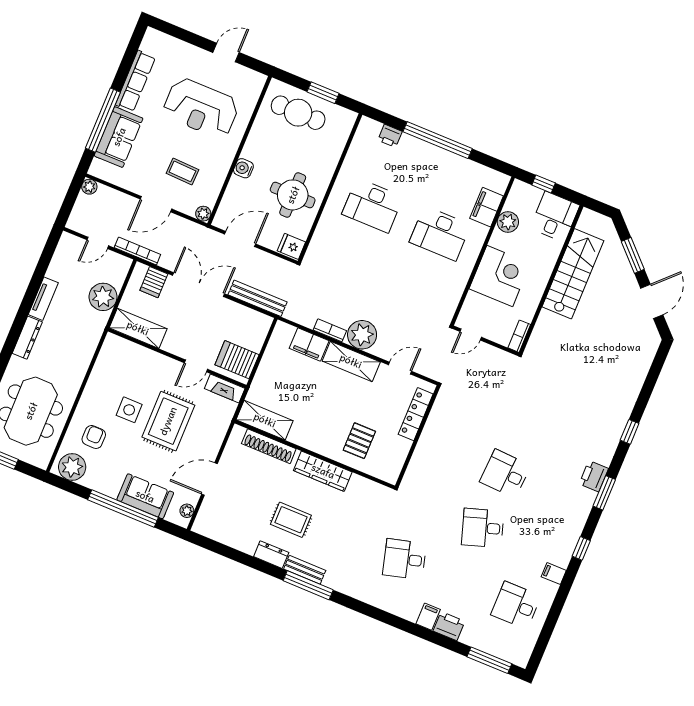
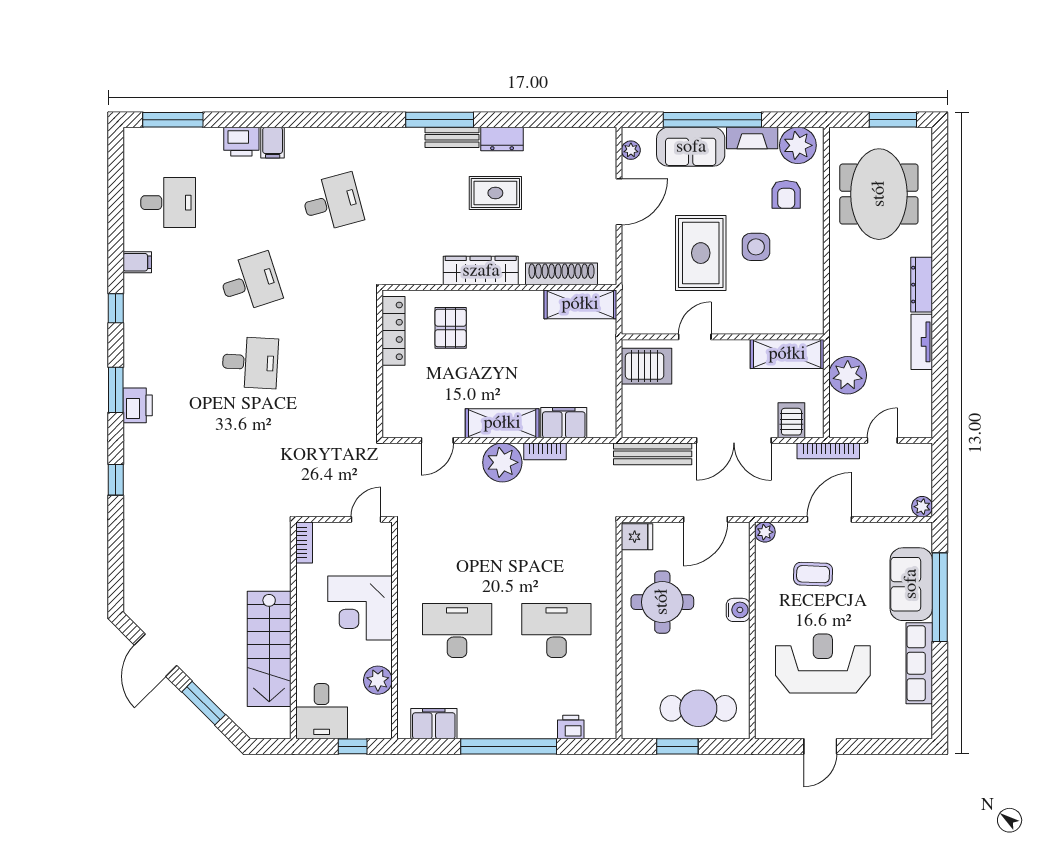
filing cabinet: (487, 207) -> (434, 724), moved, turned -90
fireplace: (225, 388) -> (752, 138), moved, turned 180
locker: (416, 414) -> (394, 331), moved

